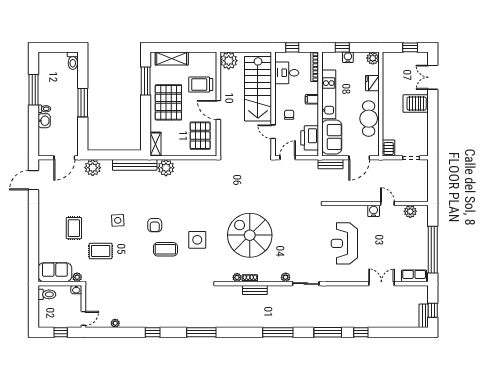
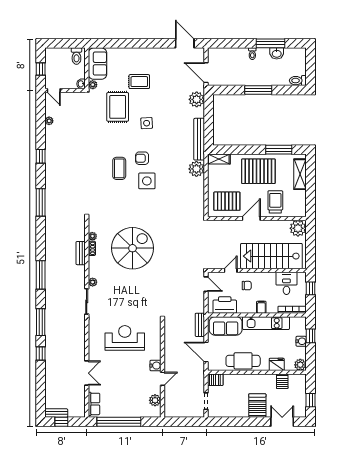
server rack: (390, 77) -> (282, 381), added
washbasin: (44, 121) -> (277, 53), moved
side table: (197, 240) -> (147, 181), moved
rug: (101, 251) -> (118, 107), width x1.36, depth x1.43

